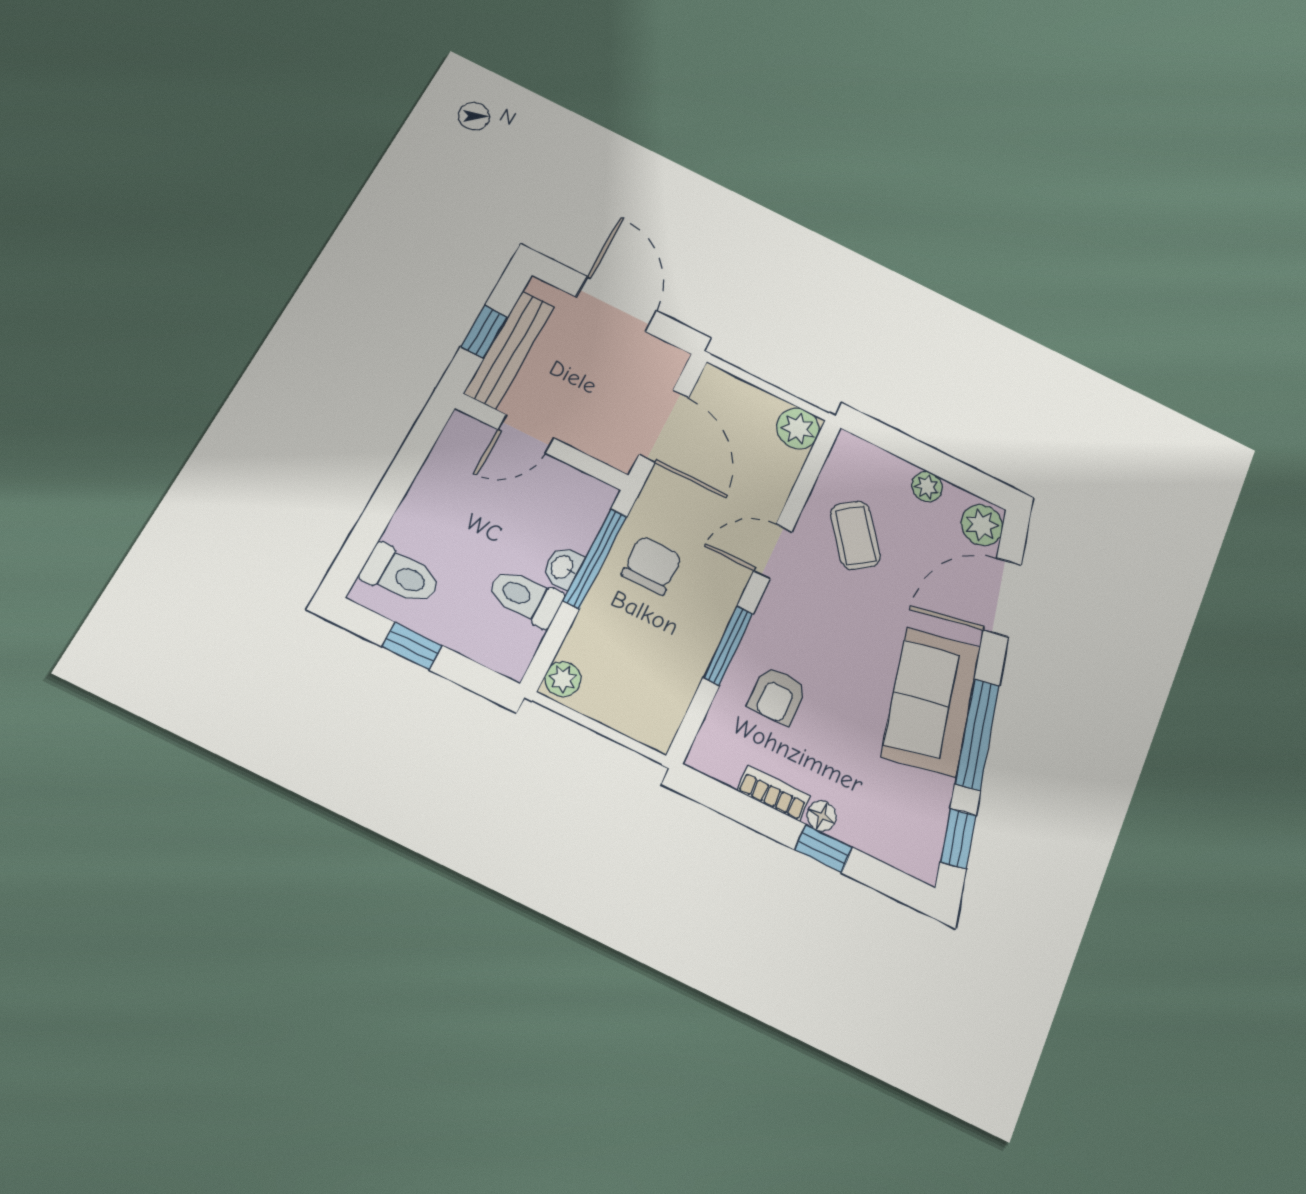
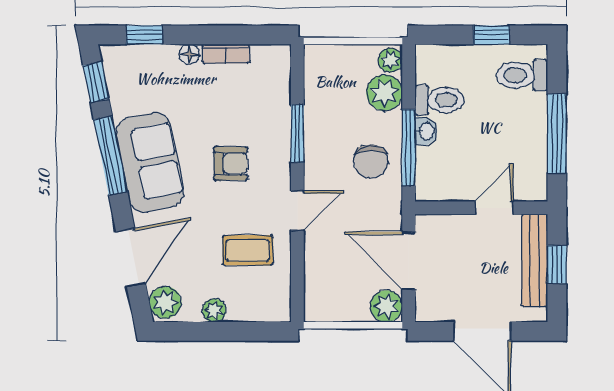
plant: (798, 428) -> (386, 306), moved
window: (397, 482) -> (557, 134), added
coffee table: (855, 535) -> (248, 250), turned -54
plant: (592, 641) -> (384, 93), added
armchair: (777, 696) -> (231, 164), moved, turned 90
window: (823, 848) -> (144, 35), moved

